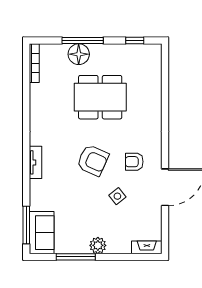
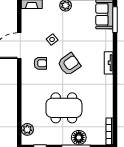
plant: (153, 66) -> (27, 129), added
armchair: (93, 160) -> (69, 64), turned 121

